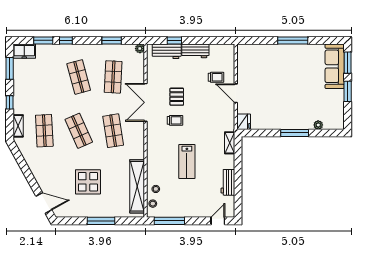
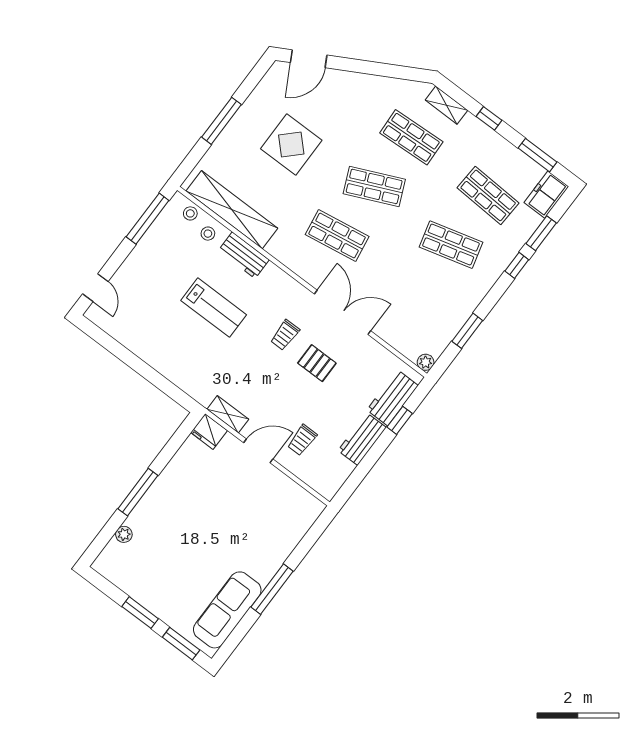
sofa: (335, 66) -> (227, 610), moved, turned -90
shop shelf: (113, 77) -> (488, 195), moved
shelving: (230, 143) -> (228, 414), moved
lab bench: (187, 161) -> (214, 308), turned 180
workbench: (228, 182) -> (244, 255), moved, turned 180

